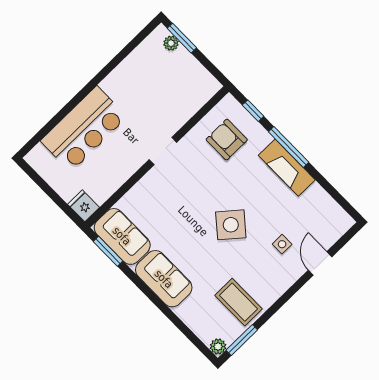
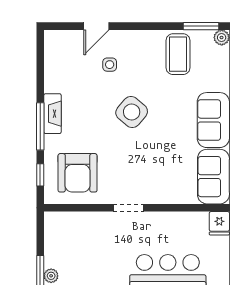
armchair: (227, 140) -> (78, 173), width x1.36, depth x1.36
fireplace: (287, 168) -> (52, 114), width x0.73, depth x0.76

